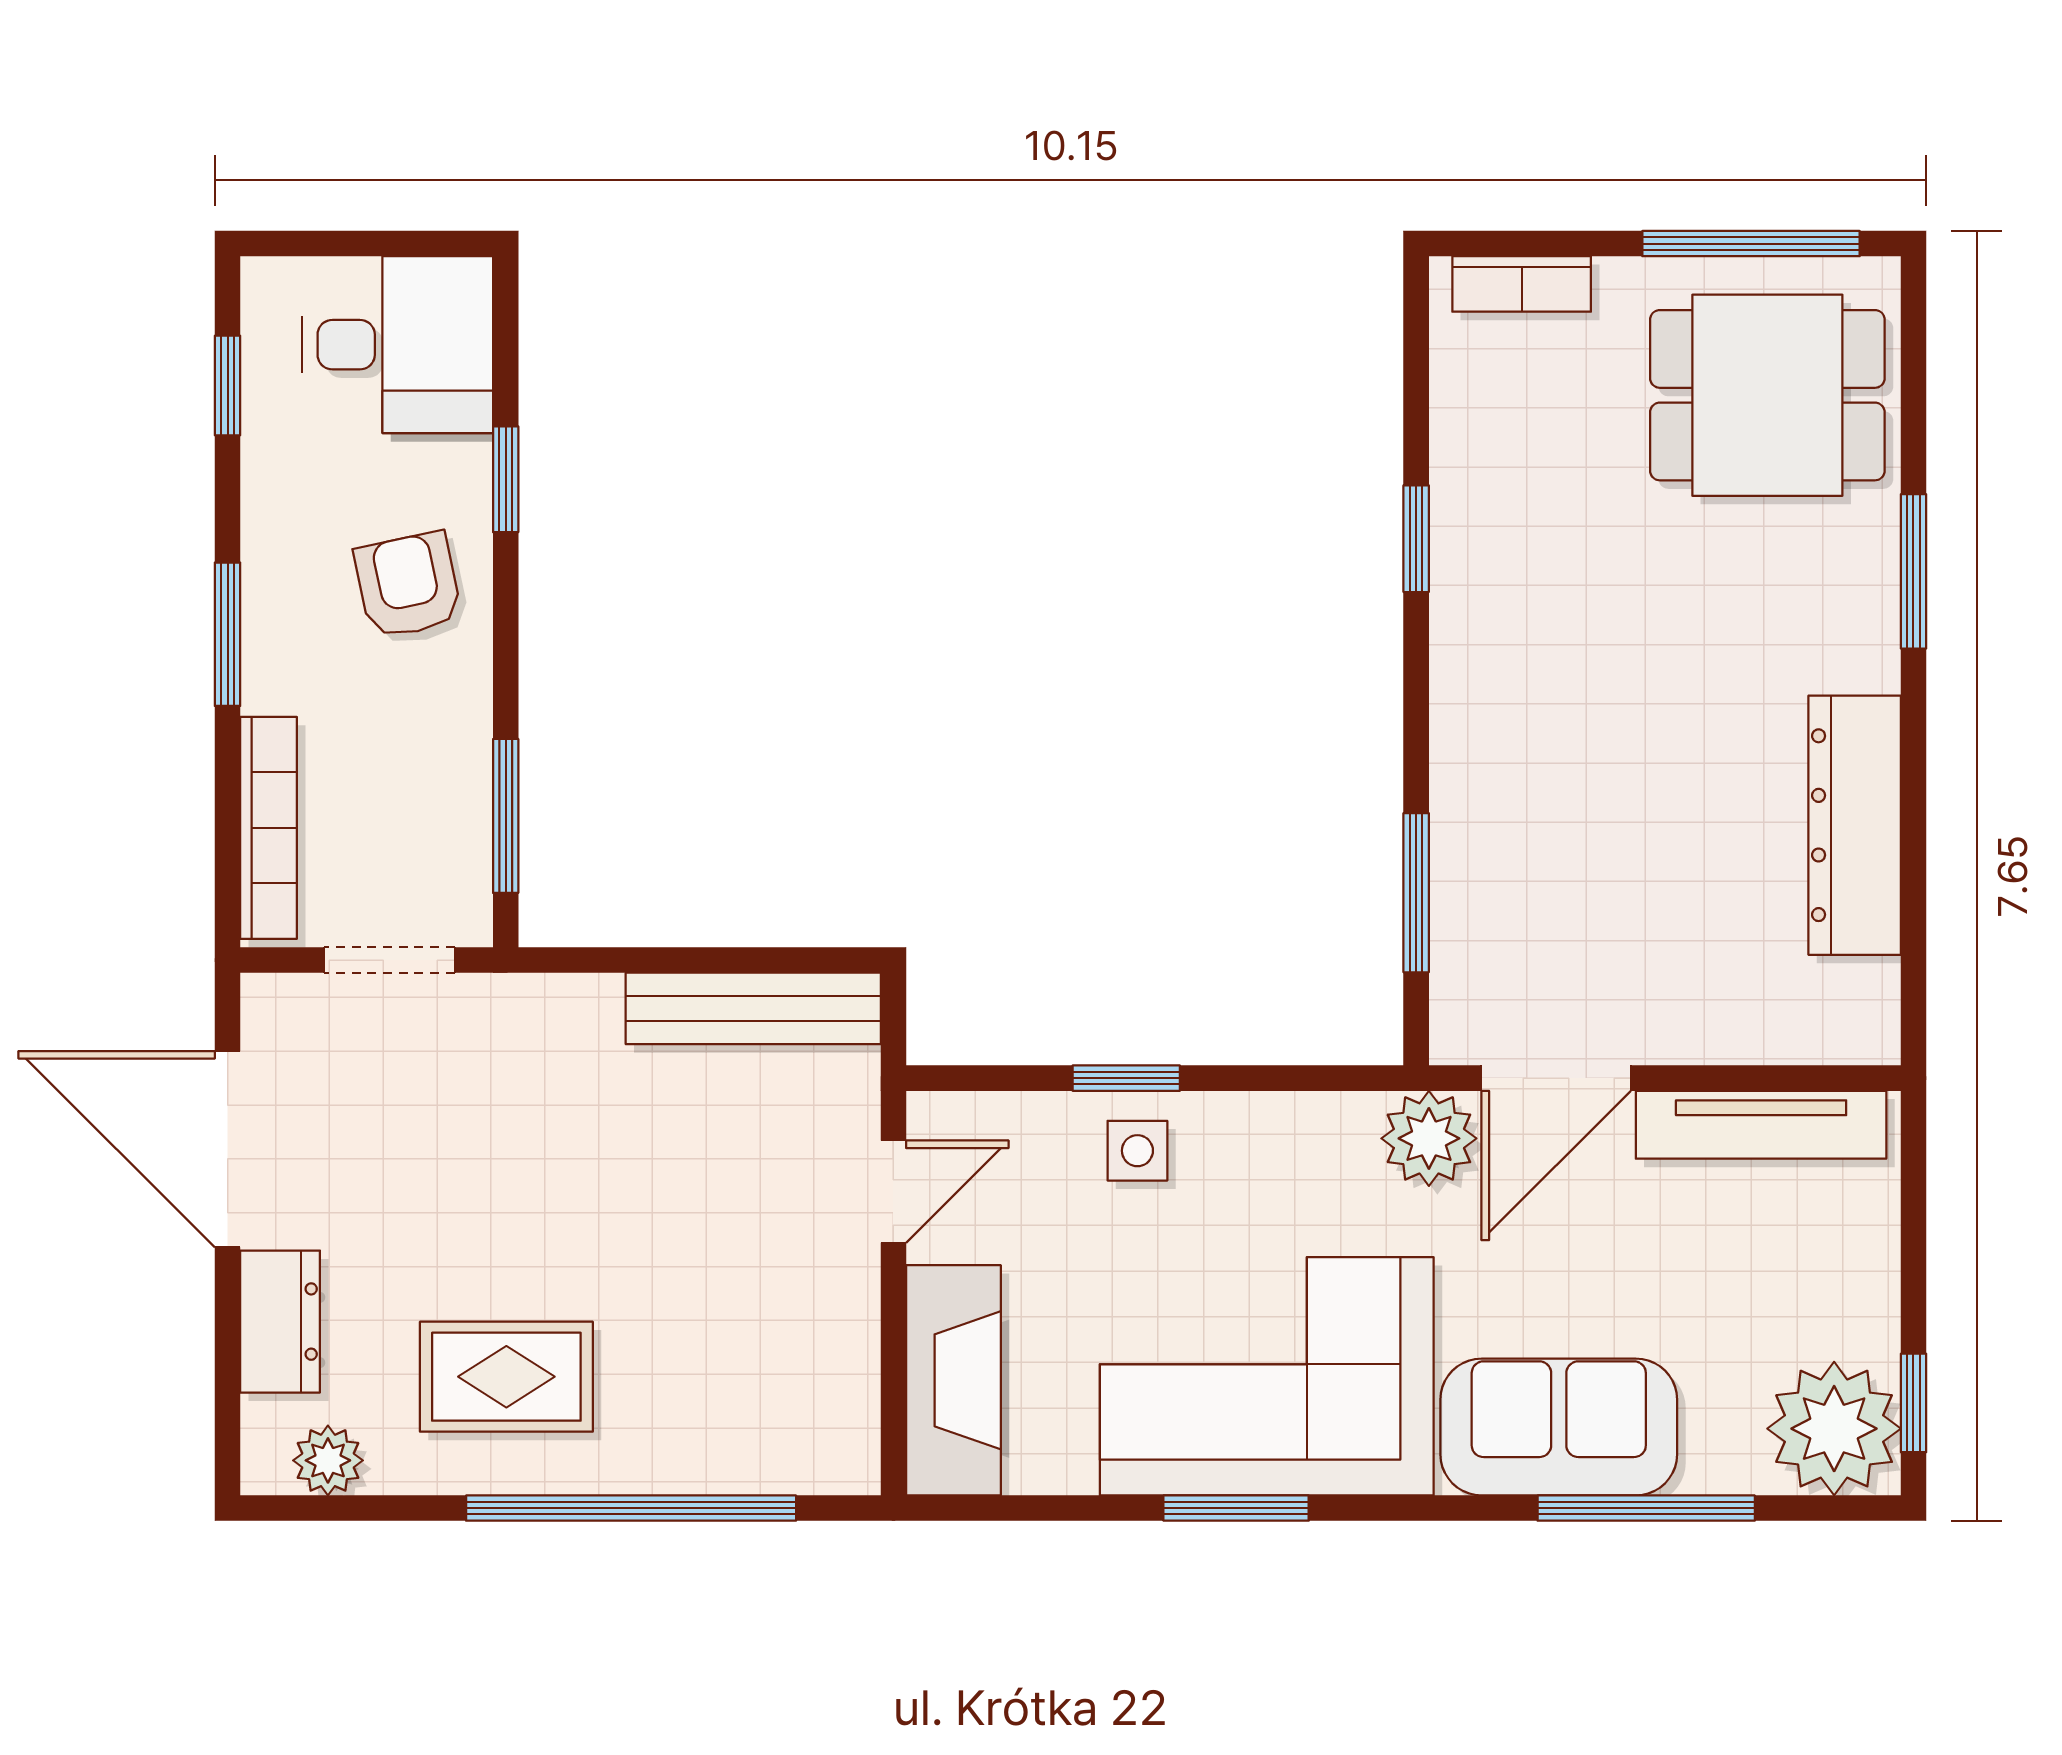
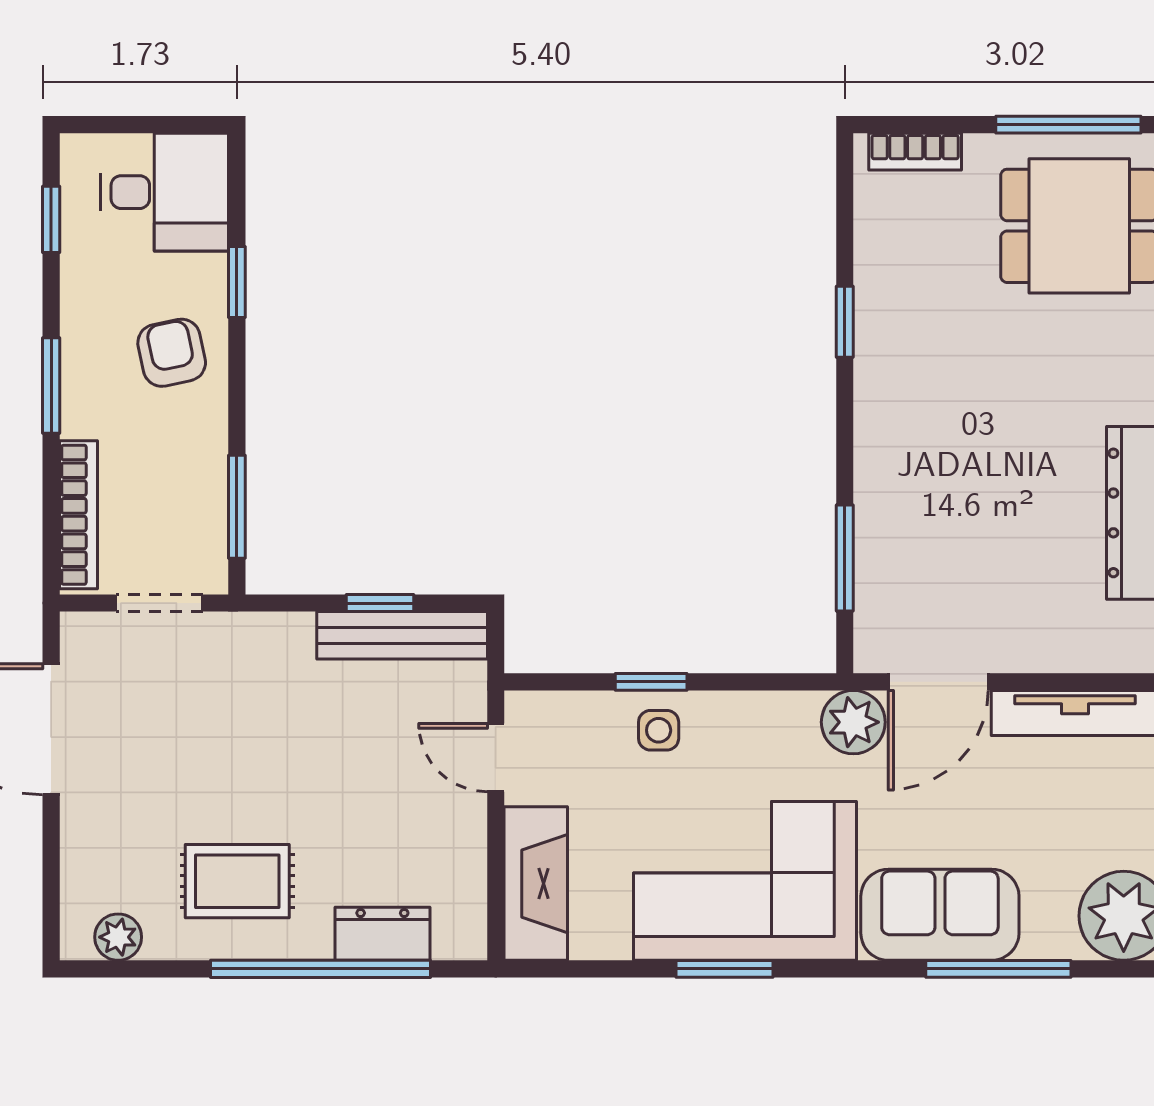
window: (720, 960) -> (380, 603), added
door: (893, 1192) -> (496, 758), swing flipped
dresser: (280, 1322) -> (382, 934), moved, turned -90

